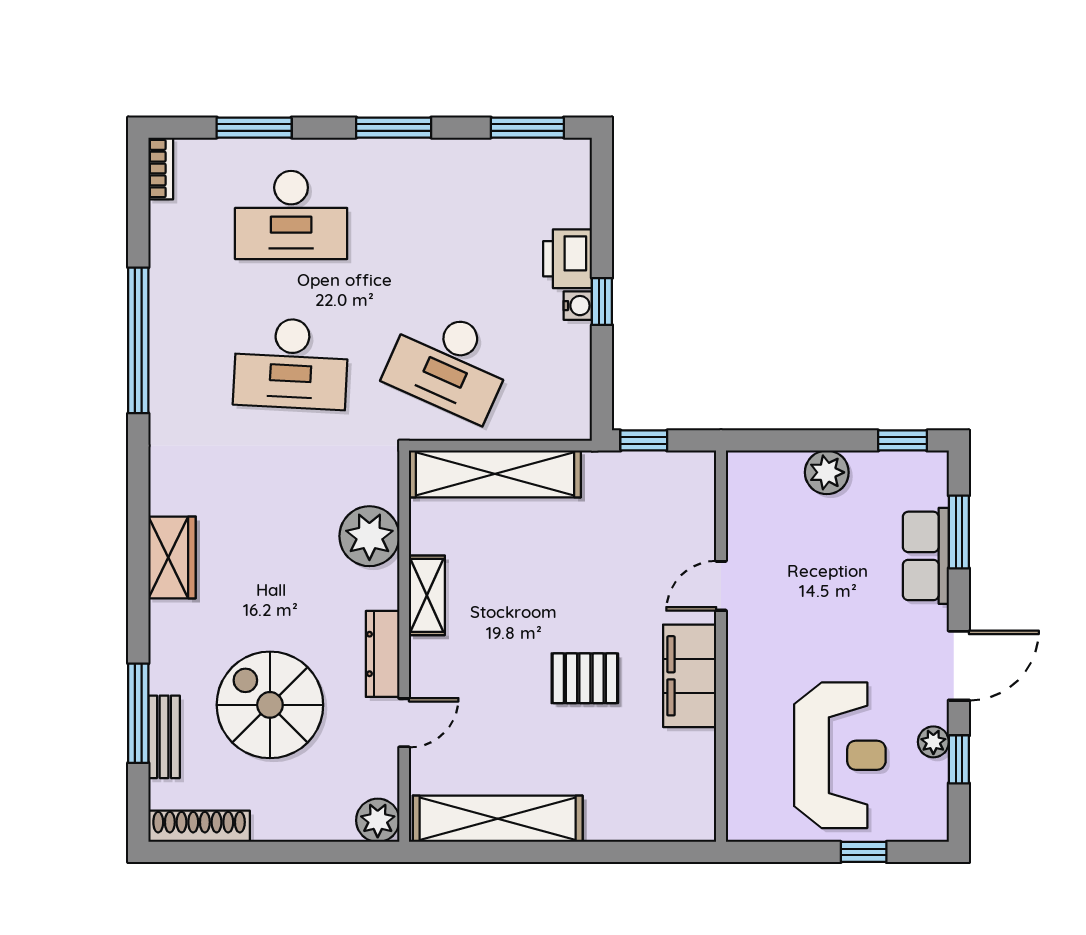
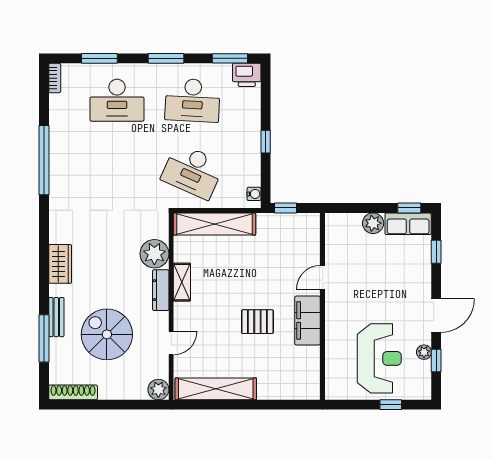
printer: (568, 259) -> (247, 75), moved, turned -90
water cooler: (578, 306) -> (254, 194), moved
desk: (291, 363) -> (193, 100), moved
window: (959, 532) -> (436, 252), width x0.67
row of seats: (926, 556) -> (408, 224), moved, turned -90
dresser: (383, 654) -> (161, 290), moved
bench: (164, 737) -> (56, 317), moved

